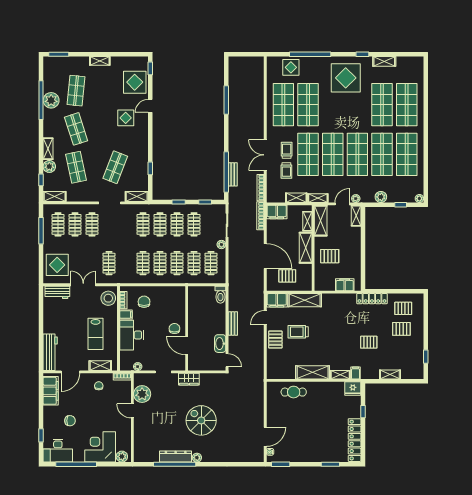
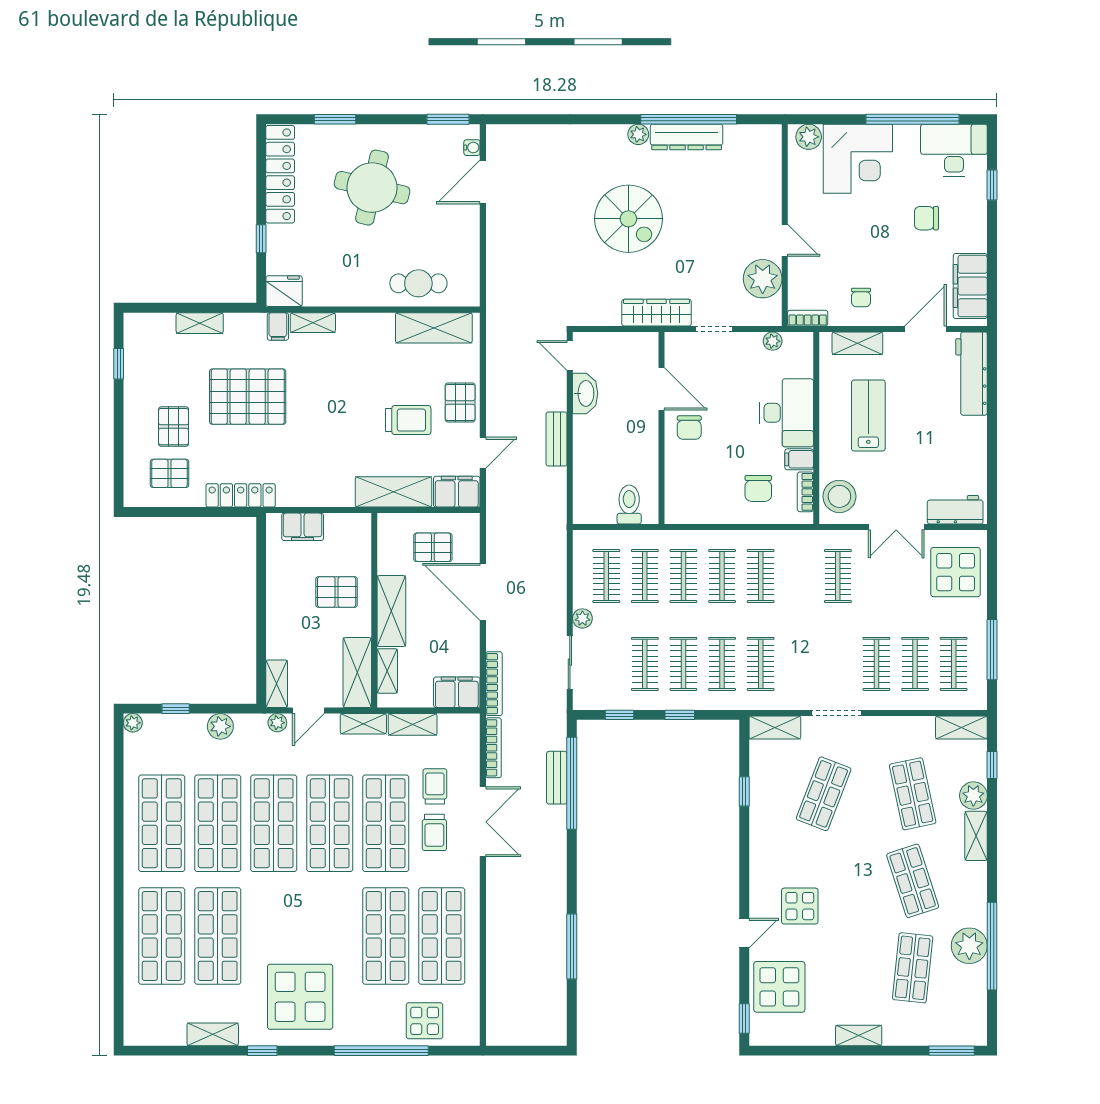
toilet: (220, 295) -> (629, 505), moved
pallet: (401, 329) -> (174, 427), turned 90
pallet: (369, 342) -> (248, 397), width x2.05, depth x2.00
shelving: (313, 372) -> (434, 328), moved
wardrobe: (189, 379) -> (656, 313), width x1.50
round table: (314, 434) -> (372, 188), added

